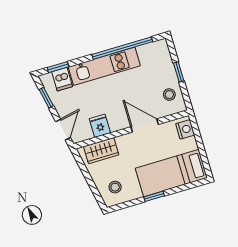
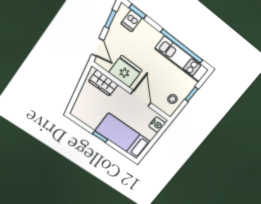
kitchen unit: (104, 66) -> (182, 59), moved
fridge: (100, 126) -> (125, 71), width x1.88, depth x1.34
door: (63, 130) -> (98, 47), hinge flipped
stool: (115, 187) -> (87, 109), removed

